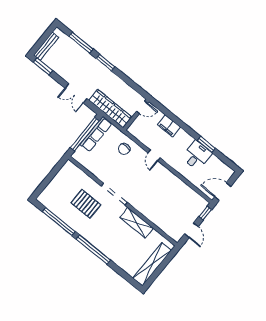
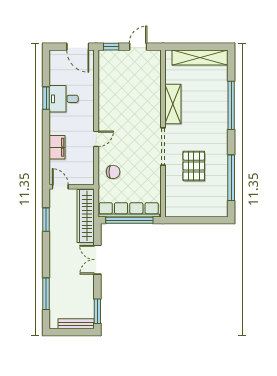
window: (106, 63) -> (46, 220), moved
double door: (76, 93) -> (97, 260), swing flipped
row of seats: (96, 134) -> (129, 210), width x1.36
window: (93, 249) -> (231, 105), moved

